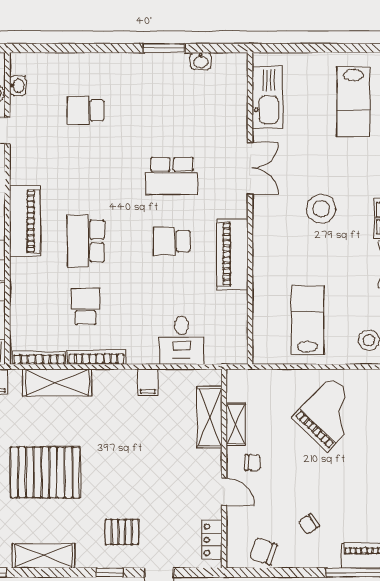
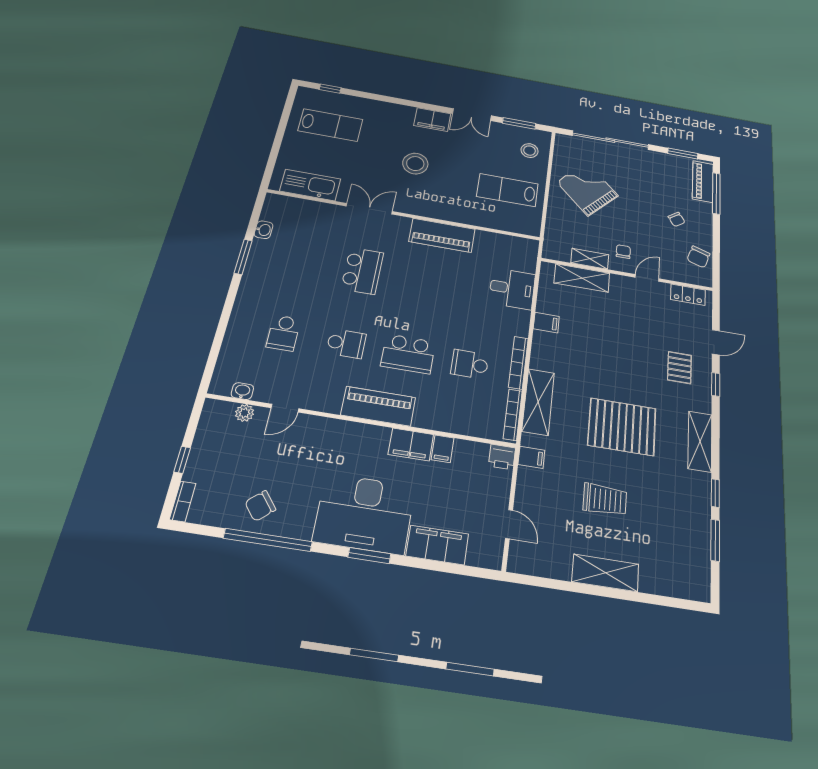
school desk: (172, 241) -> (346, 344), moved, turned -90
pallet: (45, 472) -> (622, 427), turned 90

